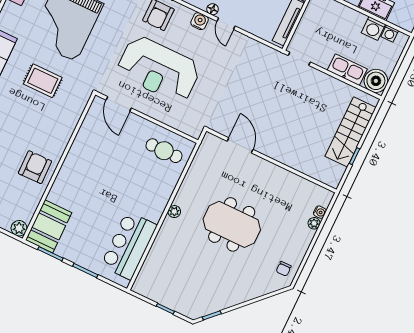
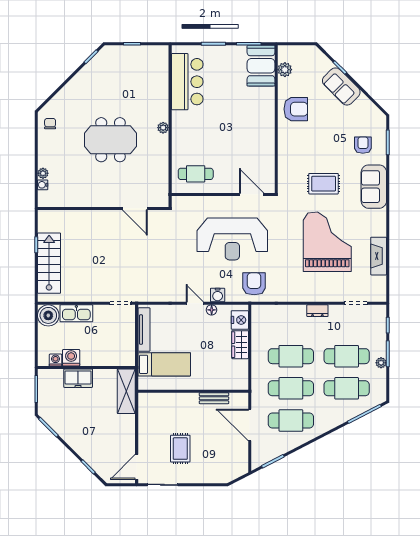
reception desk: (159, 69) -> (232, 239), turned 180
armchair: (35, 167) -> (296, 109), turned -89
plant: (19, 228) -> (285, 70), moved

